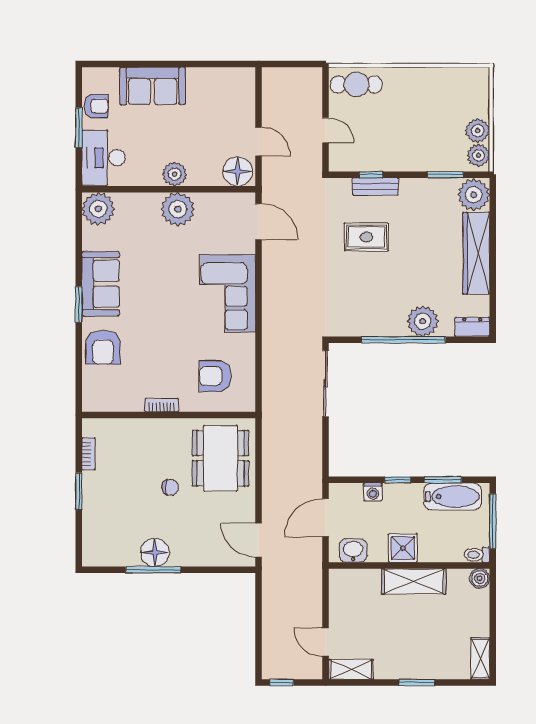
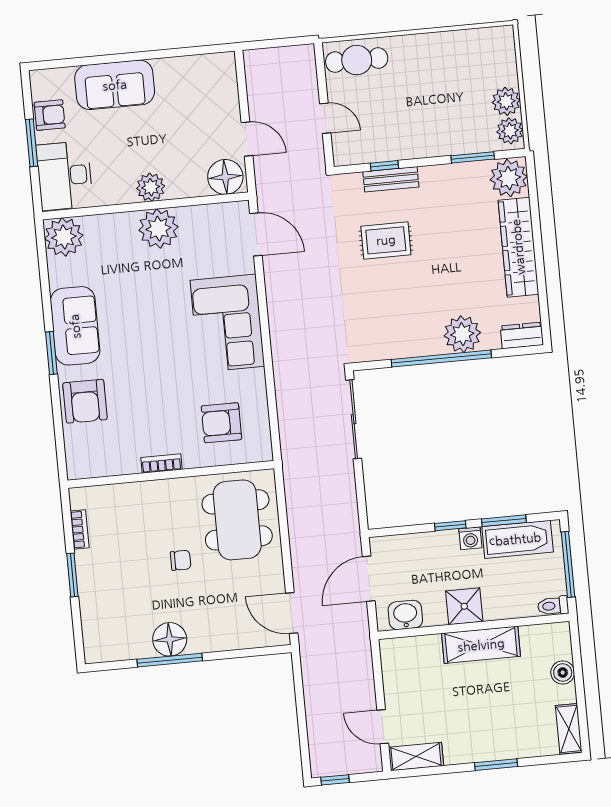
washing machine: (373, 492) -> (470, 538), moved
boiler: (480, 579) -> (563, 673), moved

